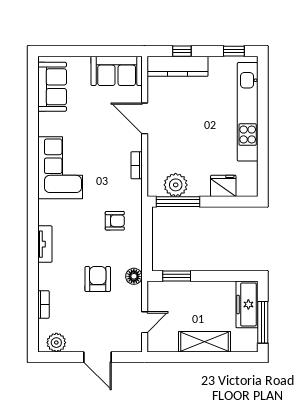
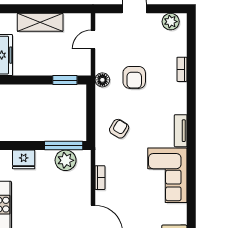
armchair: (115, 221) -> (119, 129), turned 121
tv unit: (45, 244) -> (181, 131), moved
bookcase: (43, 304) -> (182, 69), moved

